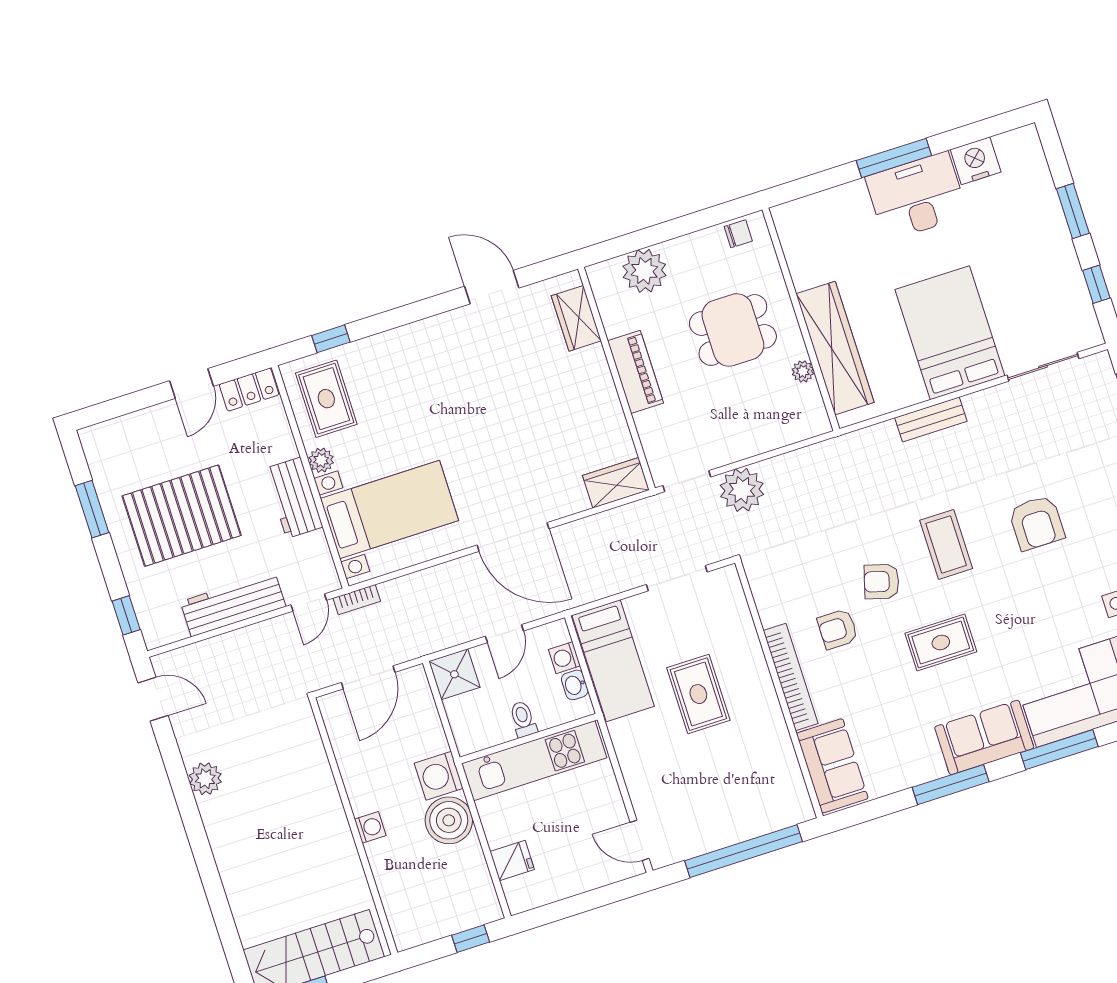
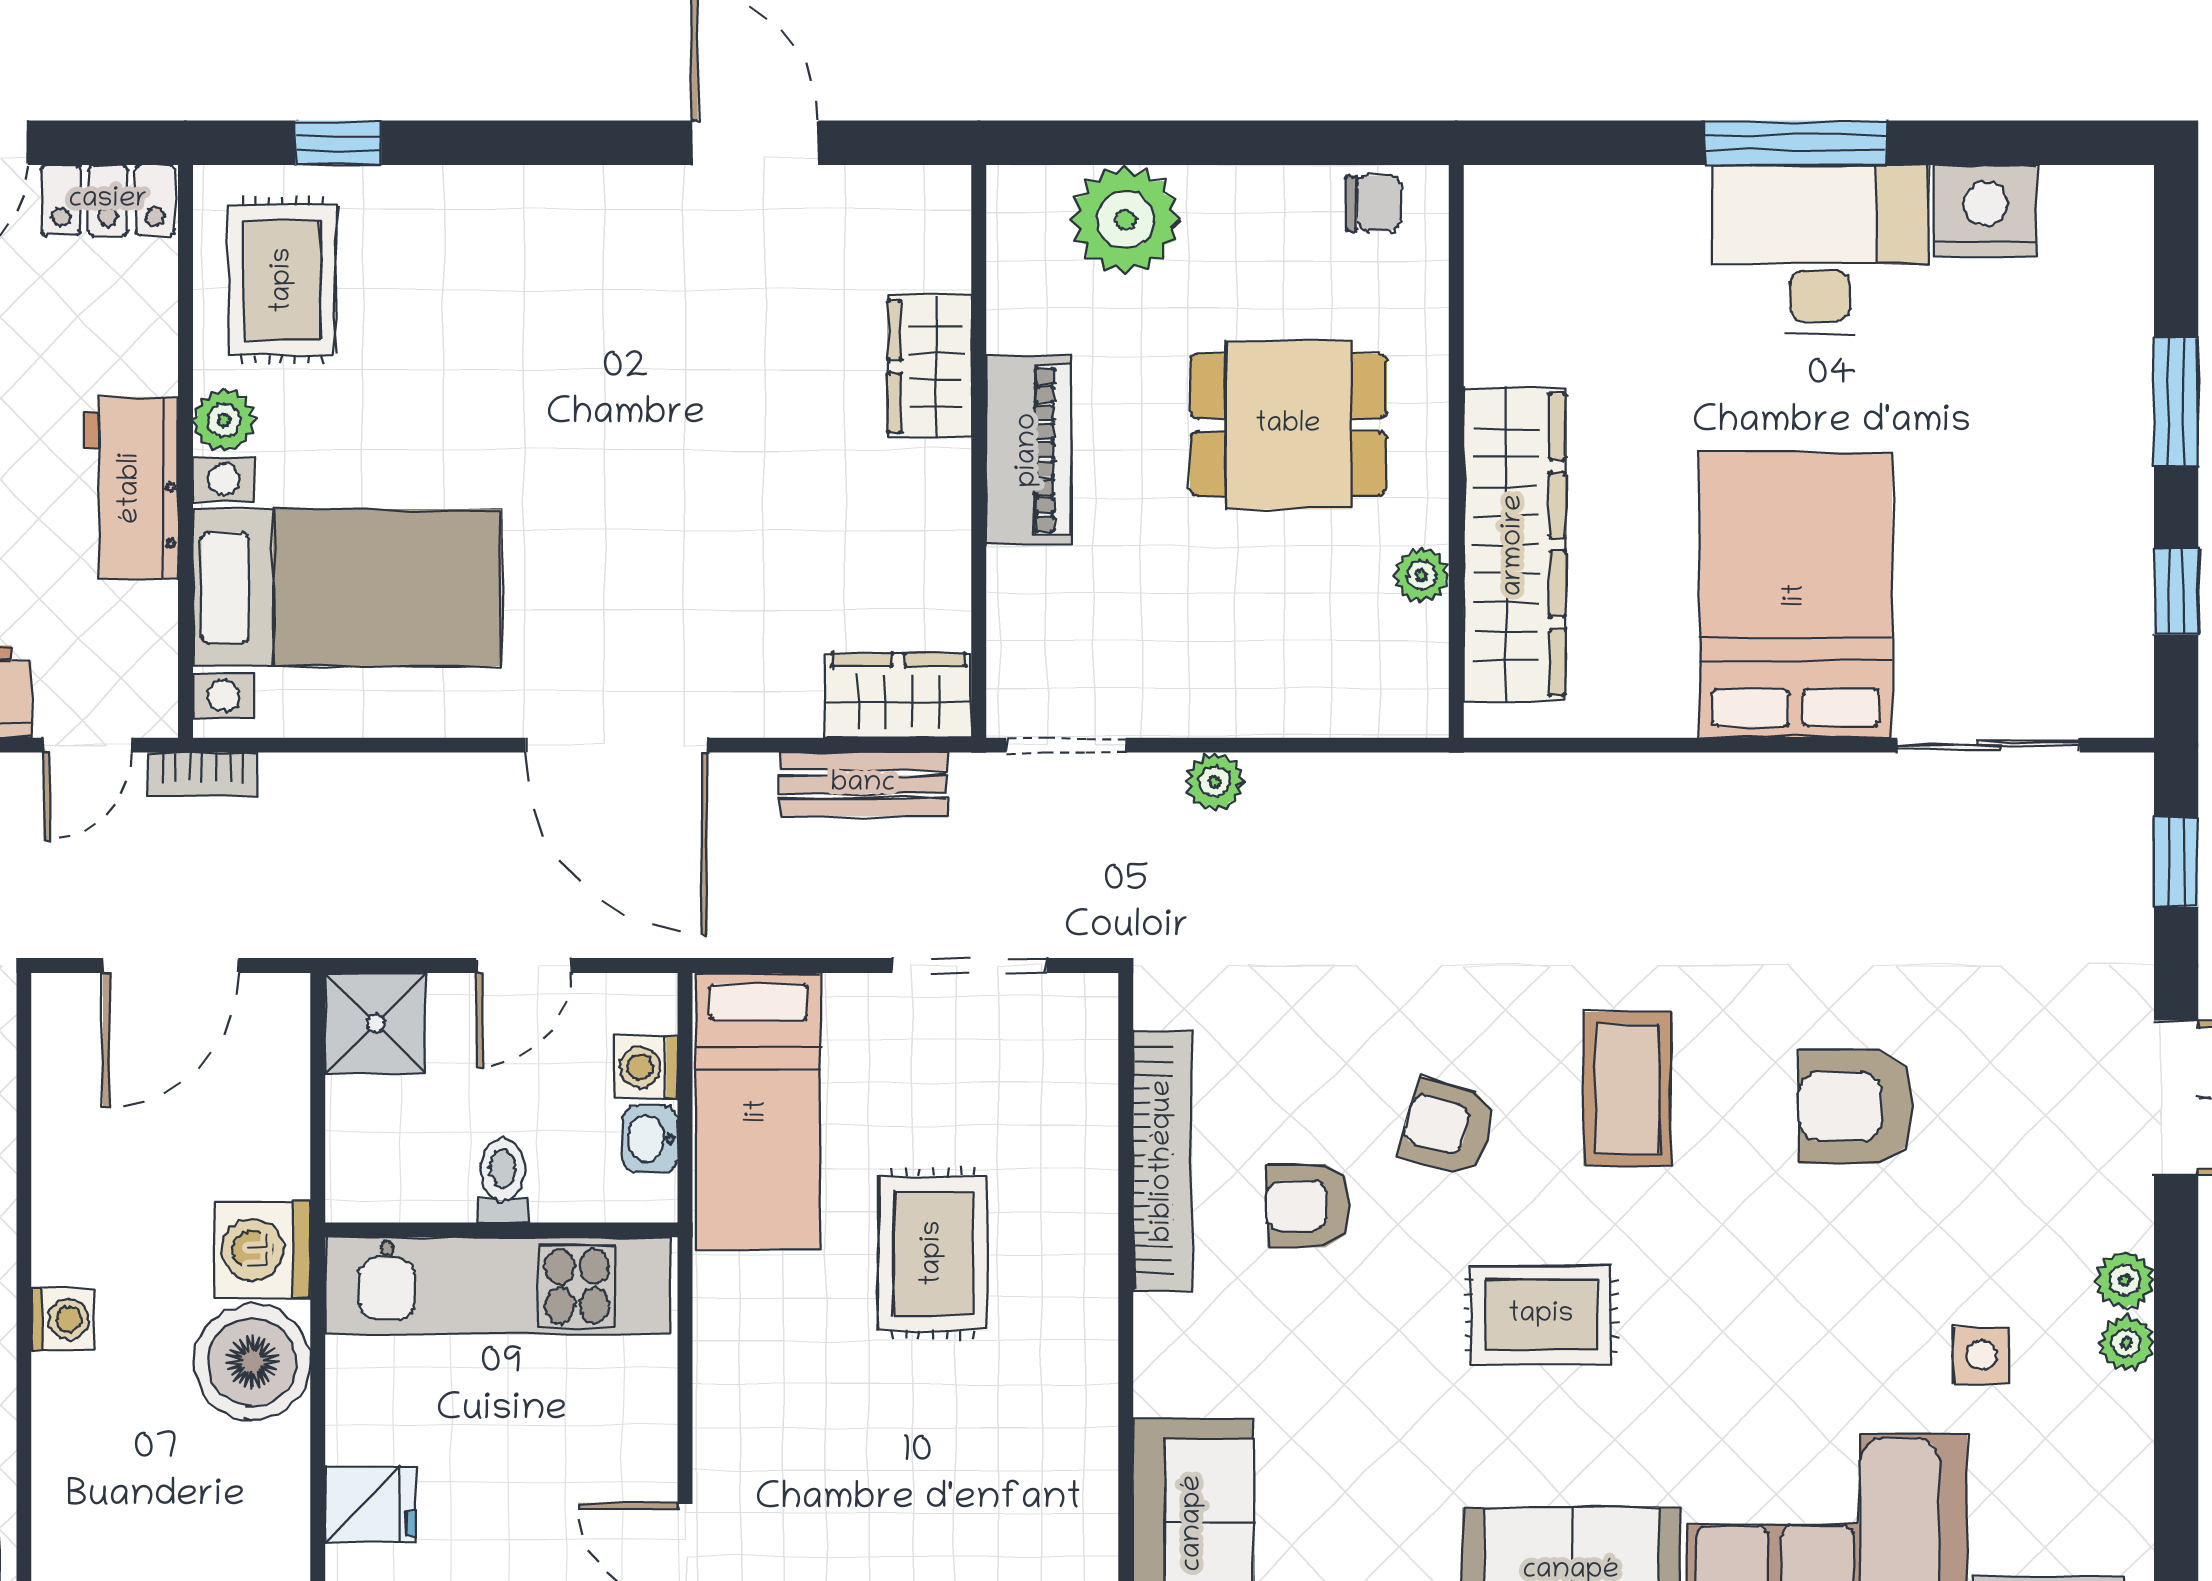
wardrobe: (576, 318) -> (930, 367), moved
bench: (931, 420) -> (863, 784), moved
plant: (742, 490) -> (1215, 782), width x0.53, depth x0.53
armchair: (1037, 523) -> (1856, 1107), turned 90
bookcase: (791, 677) -> (1163, 1161), moved

